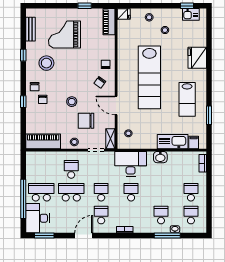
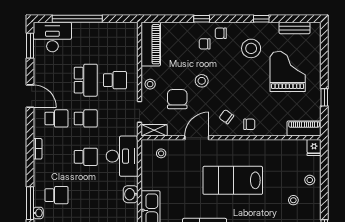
lab bench: (149, 77) -> (233, 180), width x0.73
school desk: (41, 192) -> (86, 42), removed

